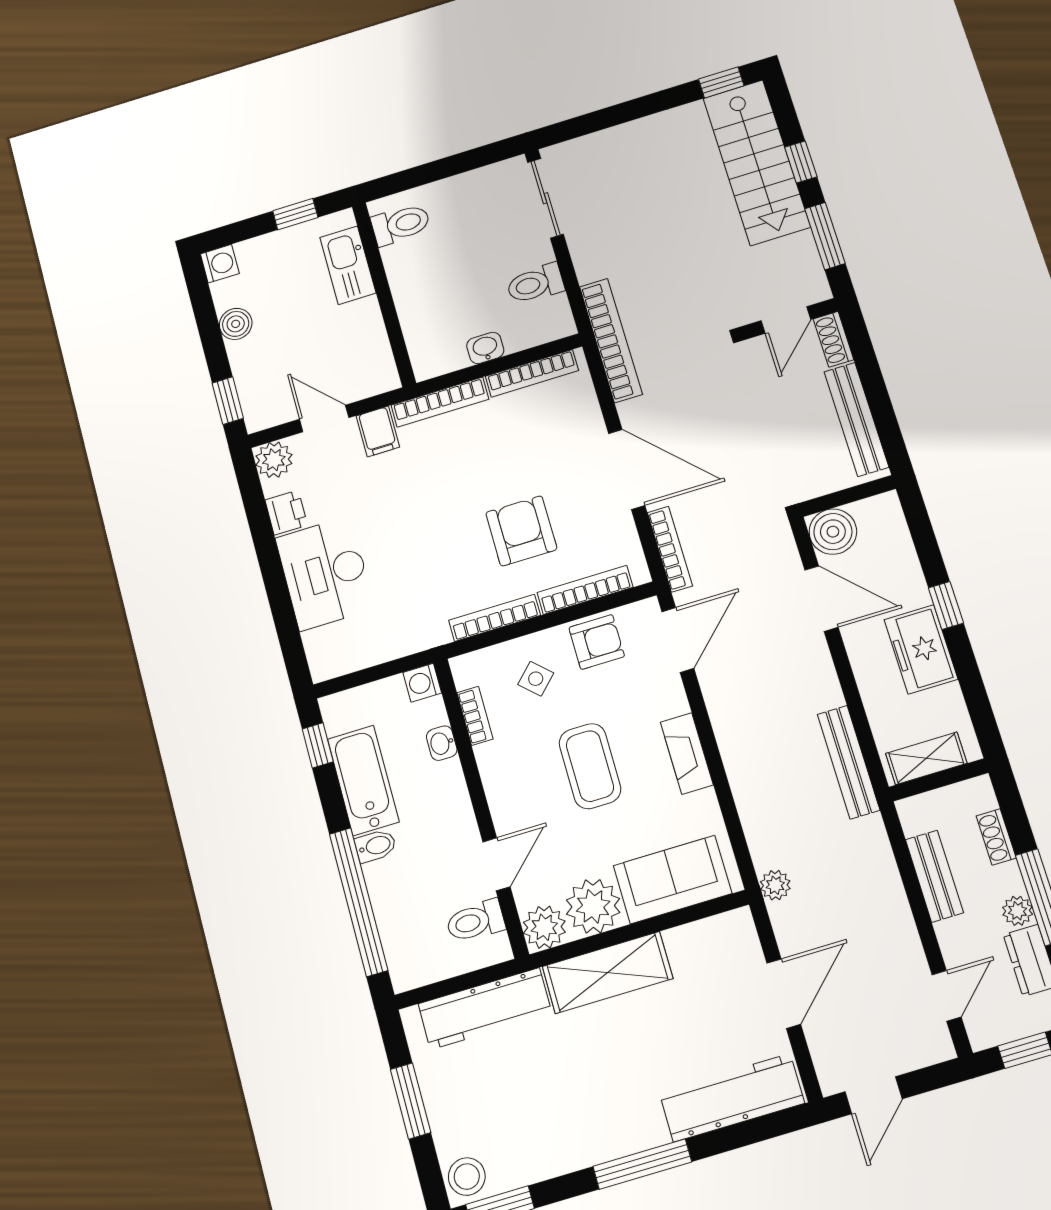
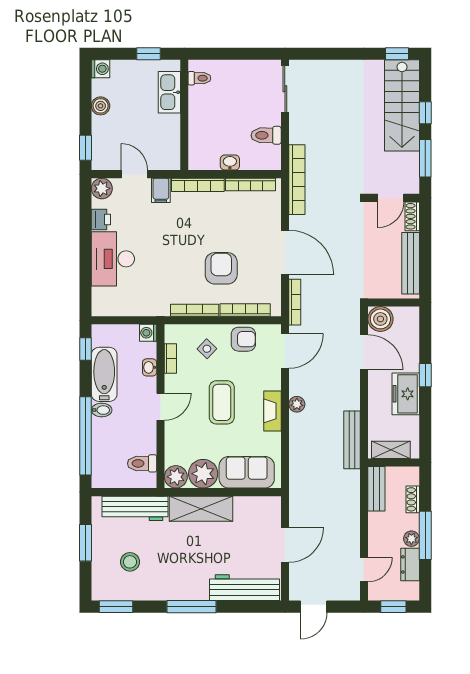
toilet: (401, 224) -> (199, 78), width x0.73, depth x0.72
door: (496, 864) -> (161, 407), moved
bench: (934, 876) -> (376, 489), moved
plant: (775, 885) -> (297, 404), moved
stool: (467, 1177) -> (130, 562), moved

